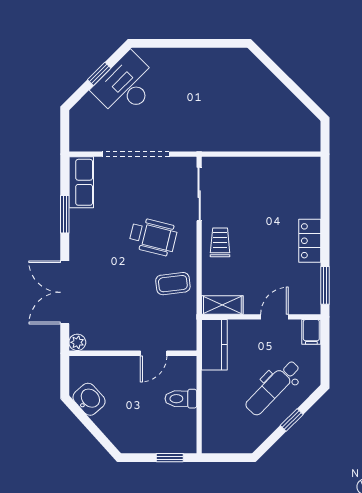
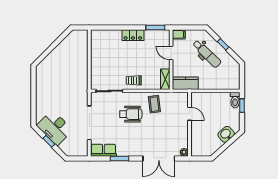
wheelchair: (153, 237) -> (131, 114), turned 76
washbasin: (89, 399) -> (226, 134), moved
toilet: (181, 399) -> (235, 100), moved

